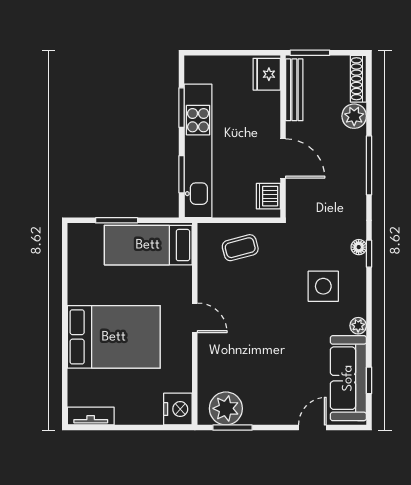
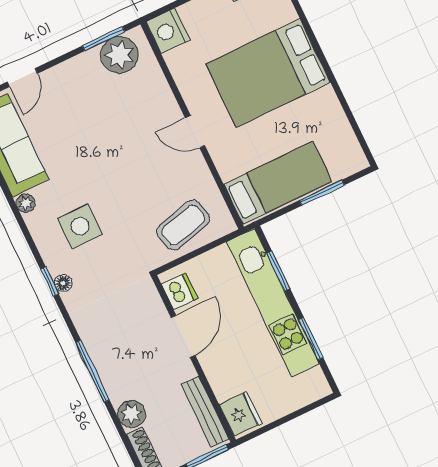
door: (283, 159) -> (183, 336), swing flipped
coffee table: (240, 248) -> (183, 225), width x1.36, depth x1.30

